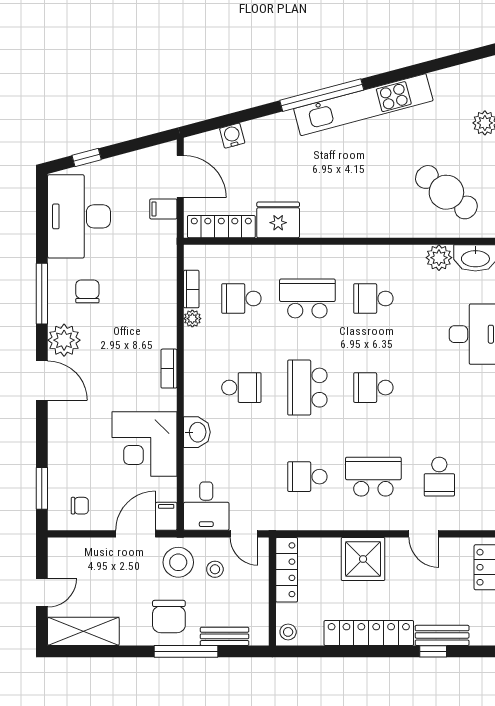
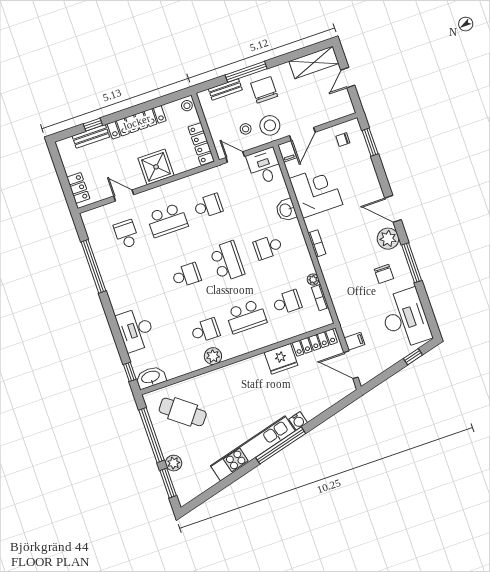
water cooler: (232, 136) -> (298, 421), moved
plant: (439, 258) -> (213, 356), moved

